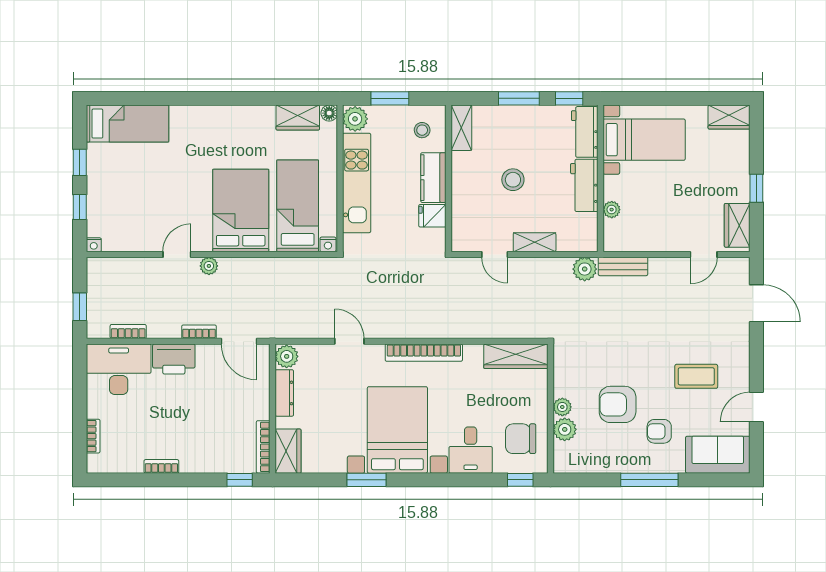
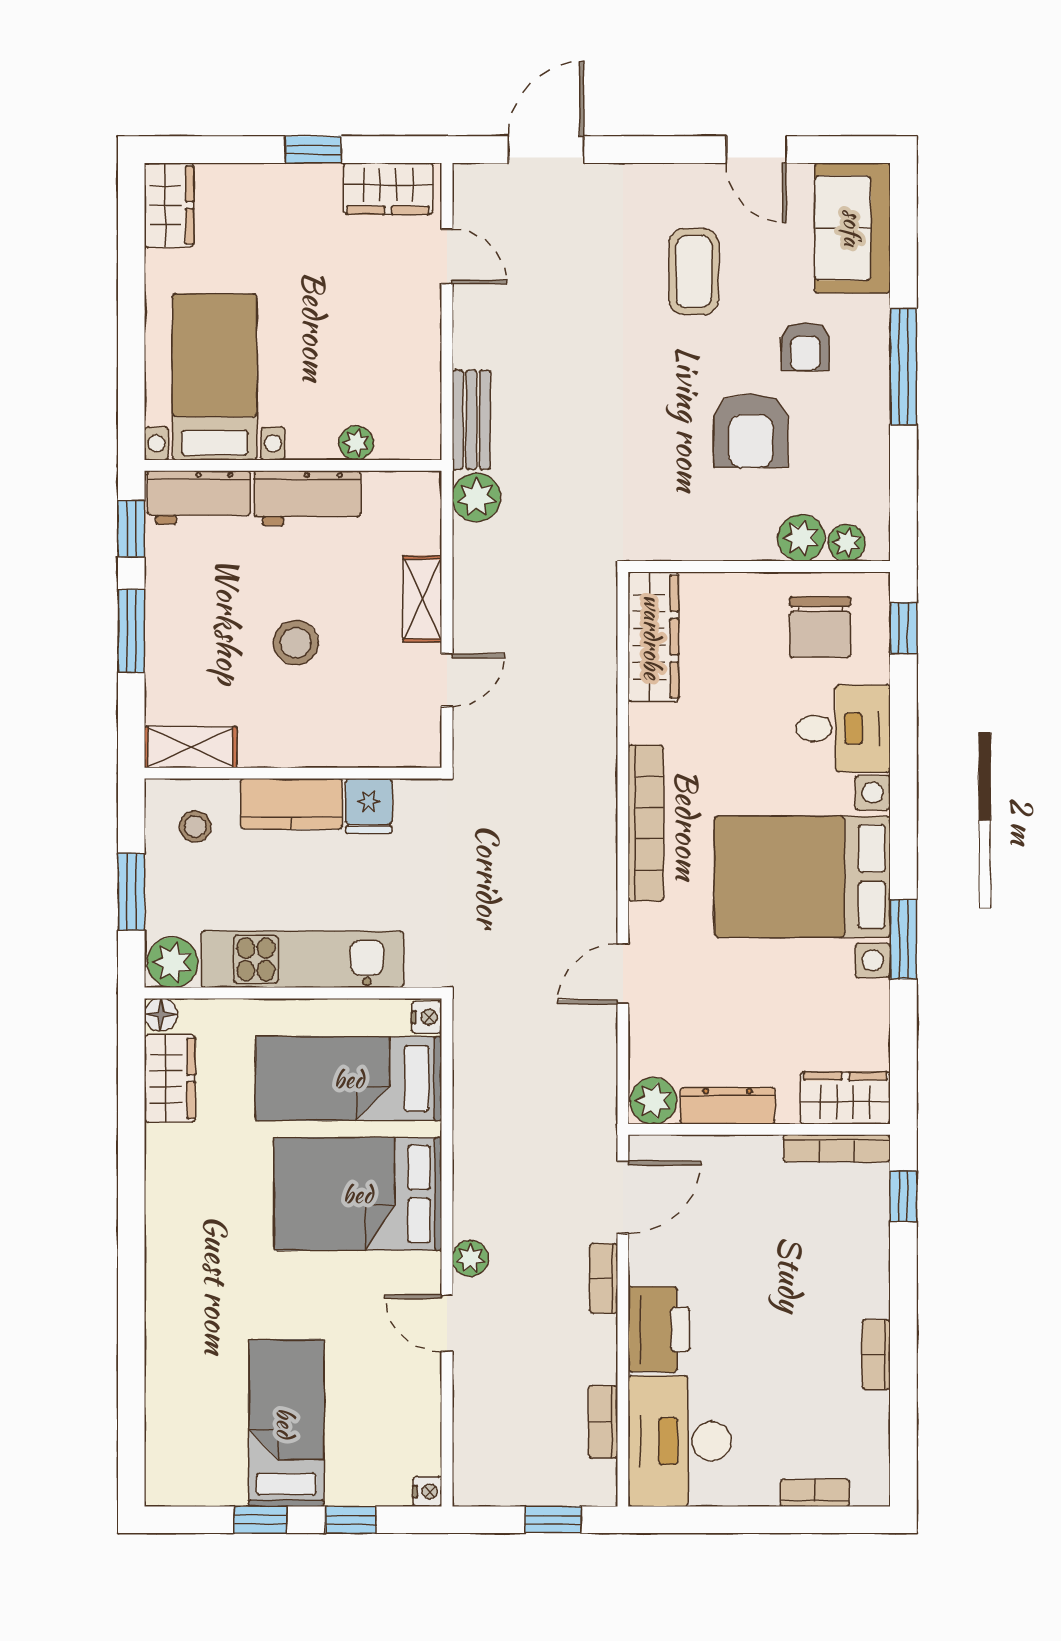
bed: (127, 124) -> (286, 1423), moved
plant: (562, 407) -> (847, 543), moved

